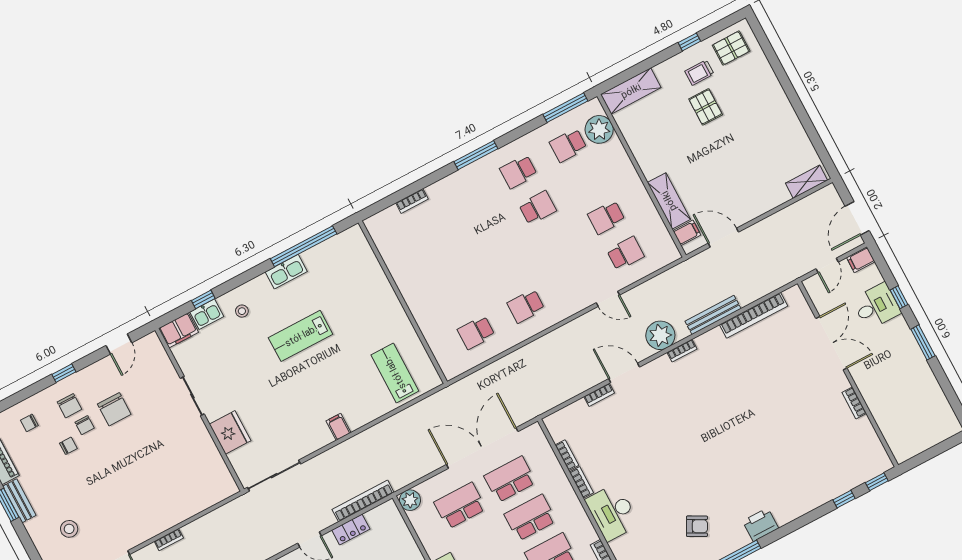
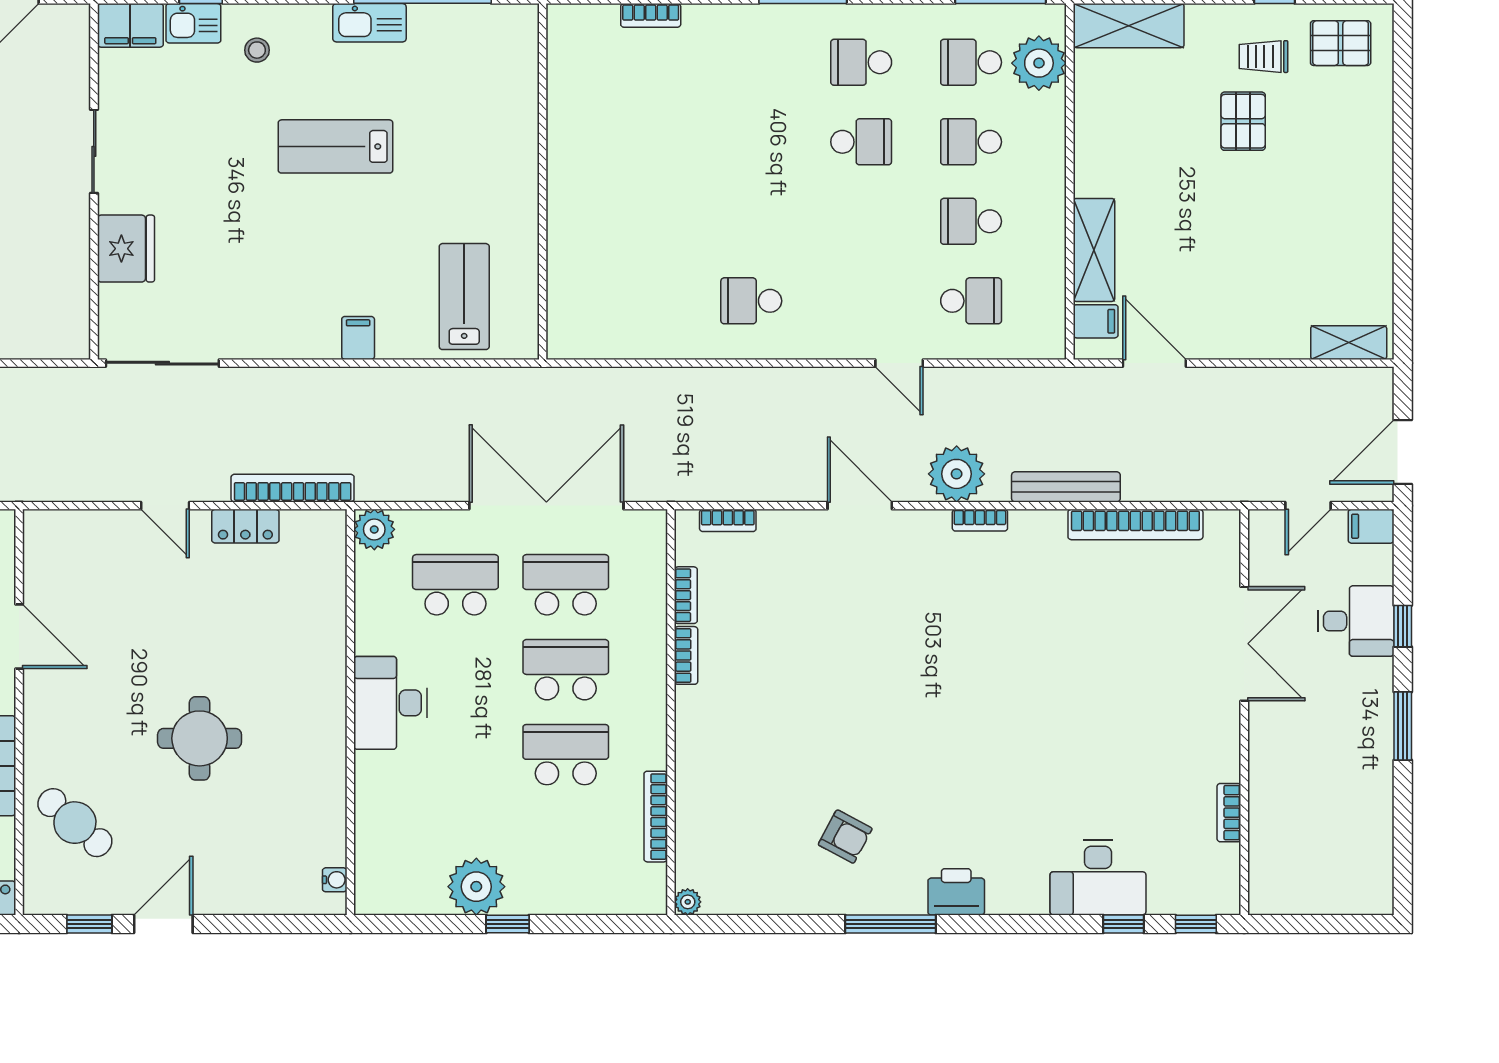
school desk: (476, 332) -> (971, 142), moved
bookcase: (599, 395) -> (728, 520), moved
bookcase: (854, 403) -> (1229, 813), moved
filing cabinet: (339, 427) -> (358, 338), moved
desk: (612, 512) -> (1098, 878), moved, turned -90

